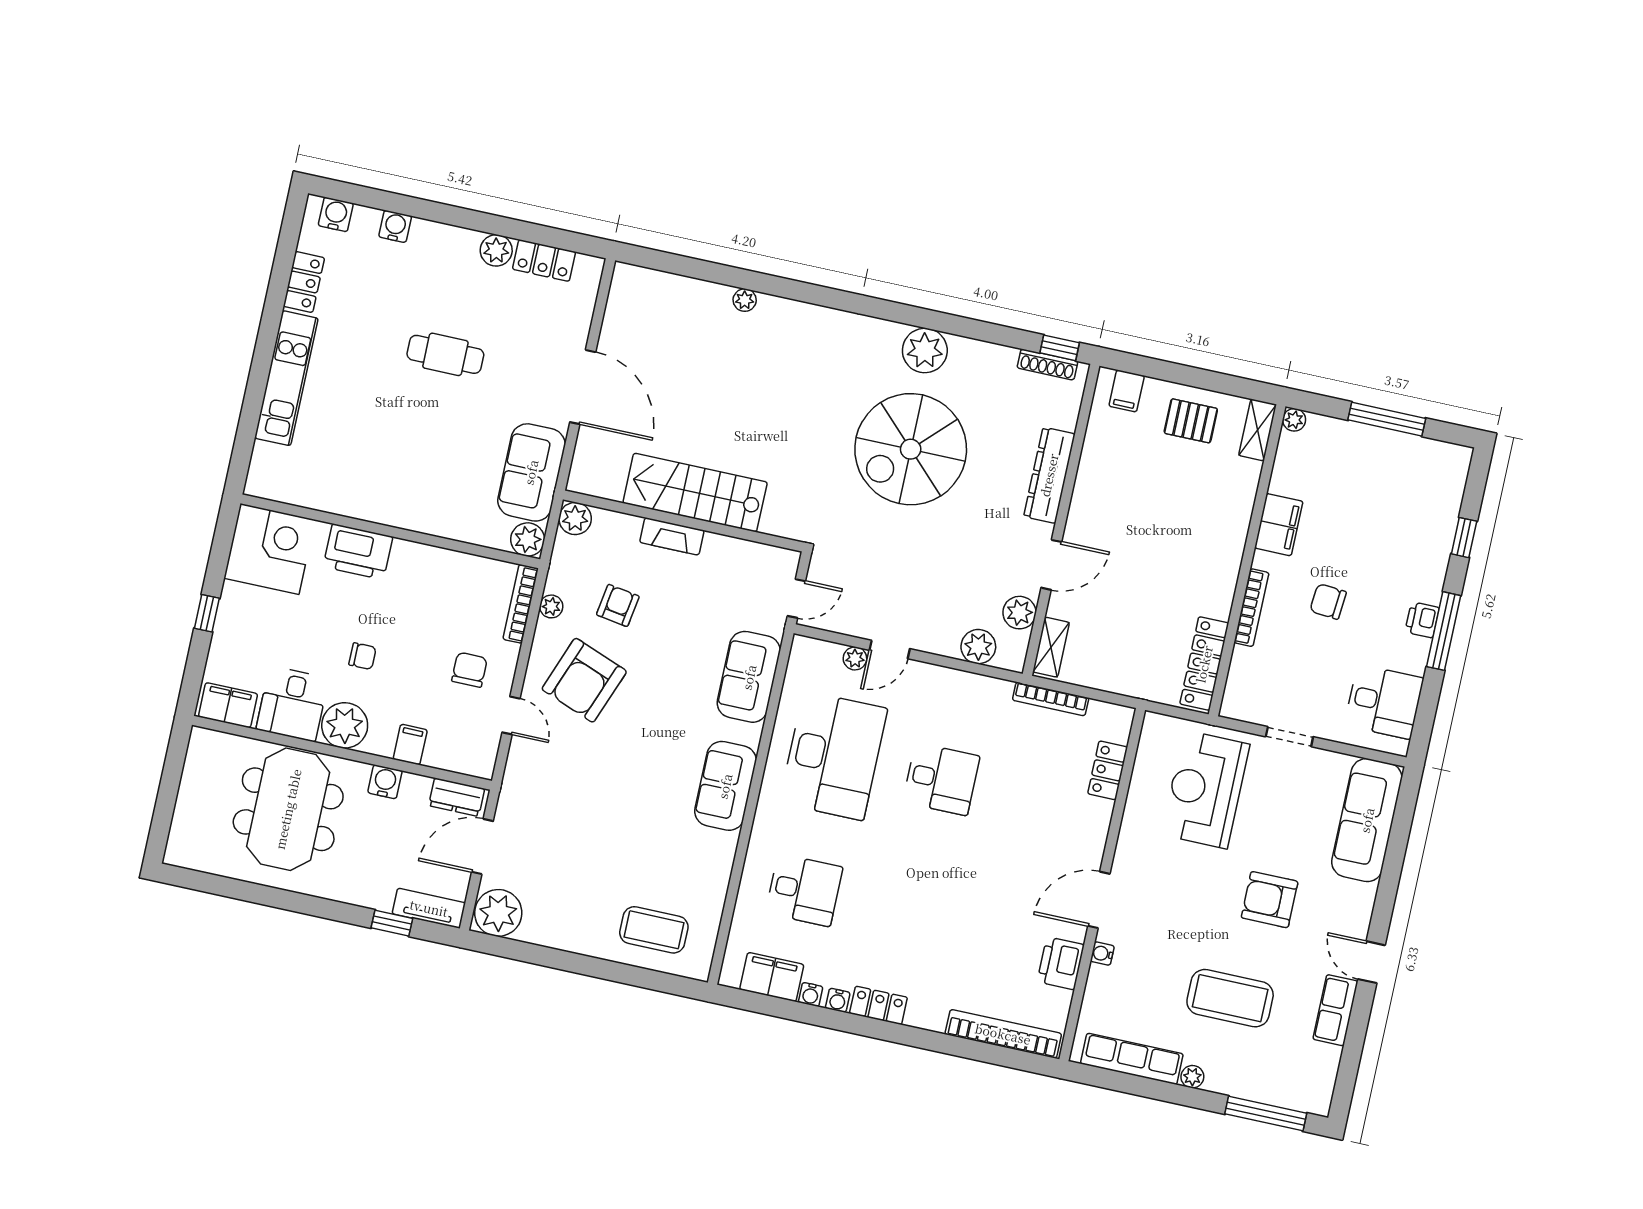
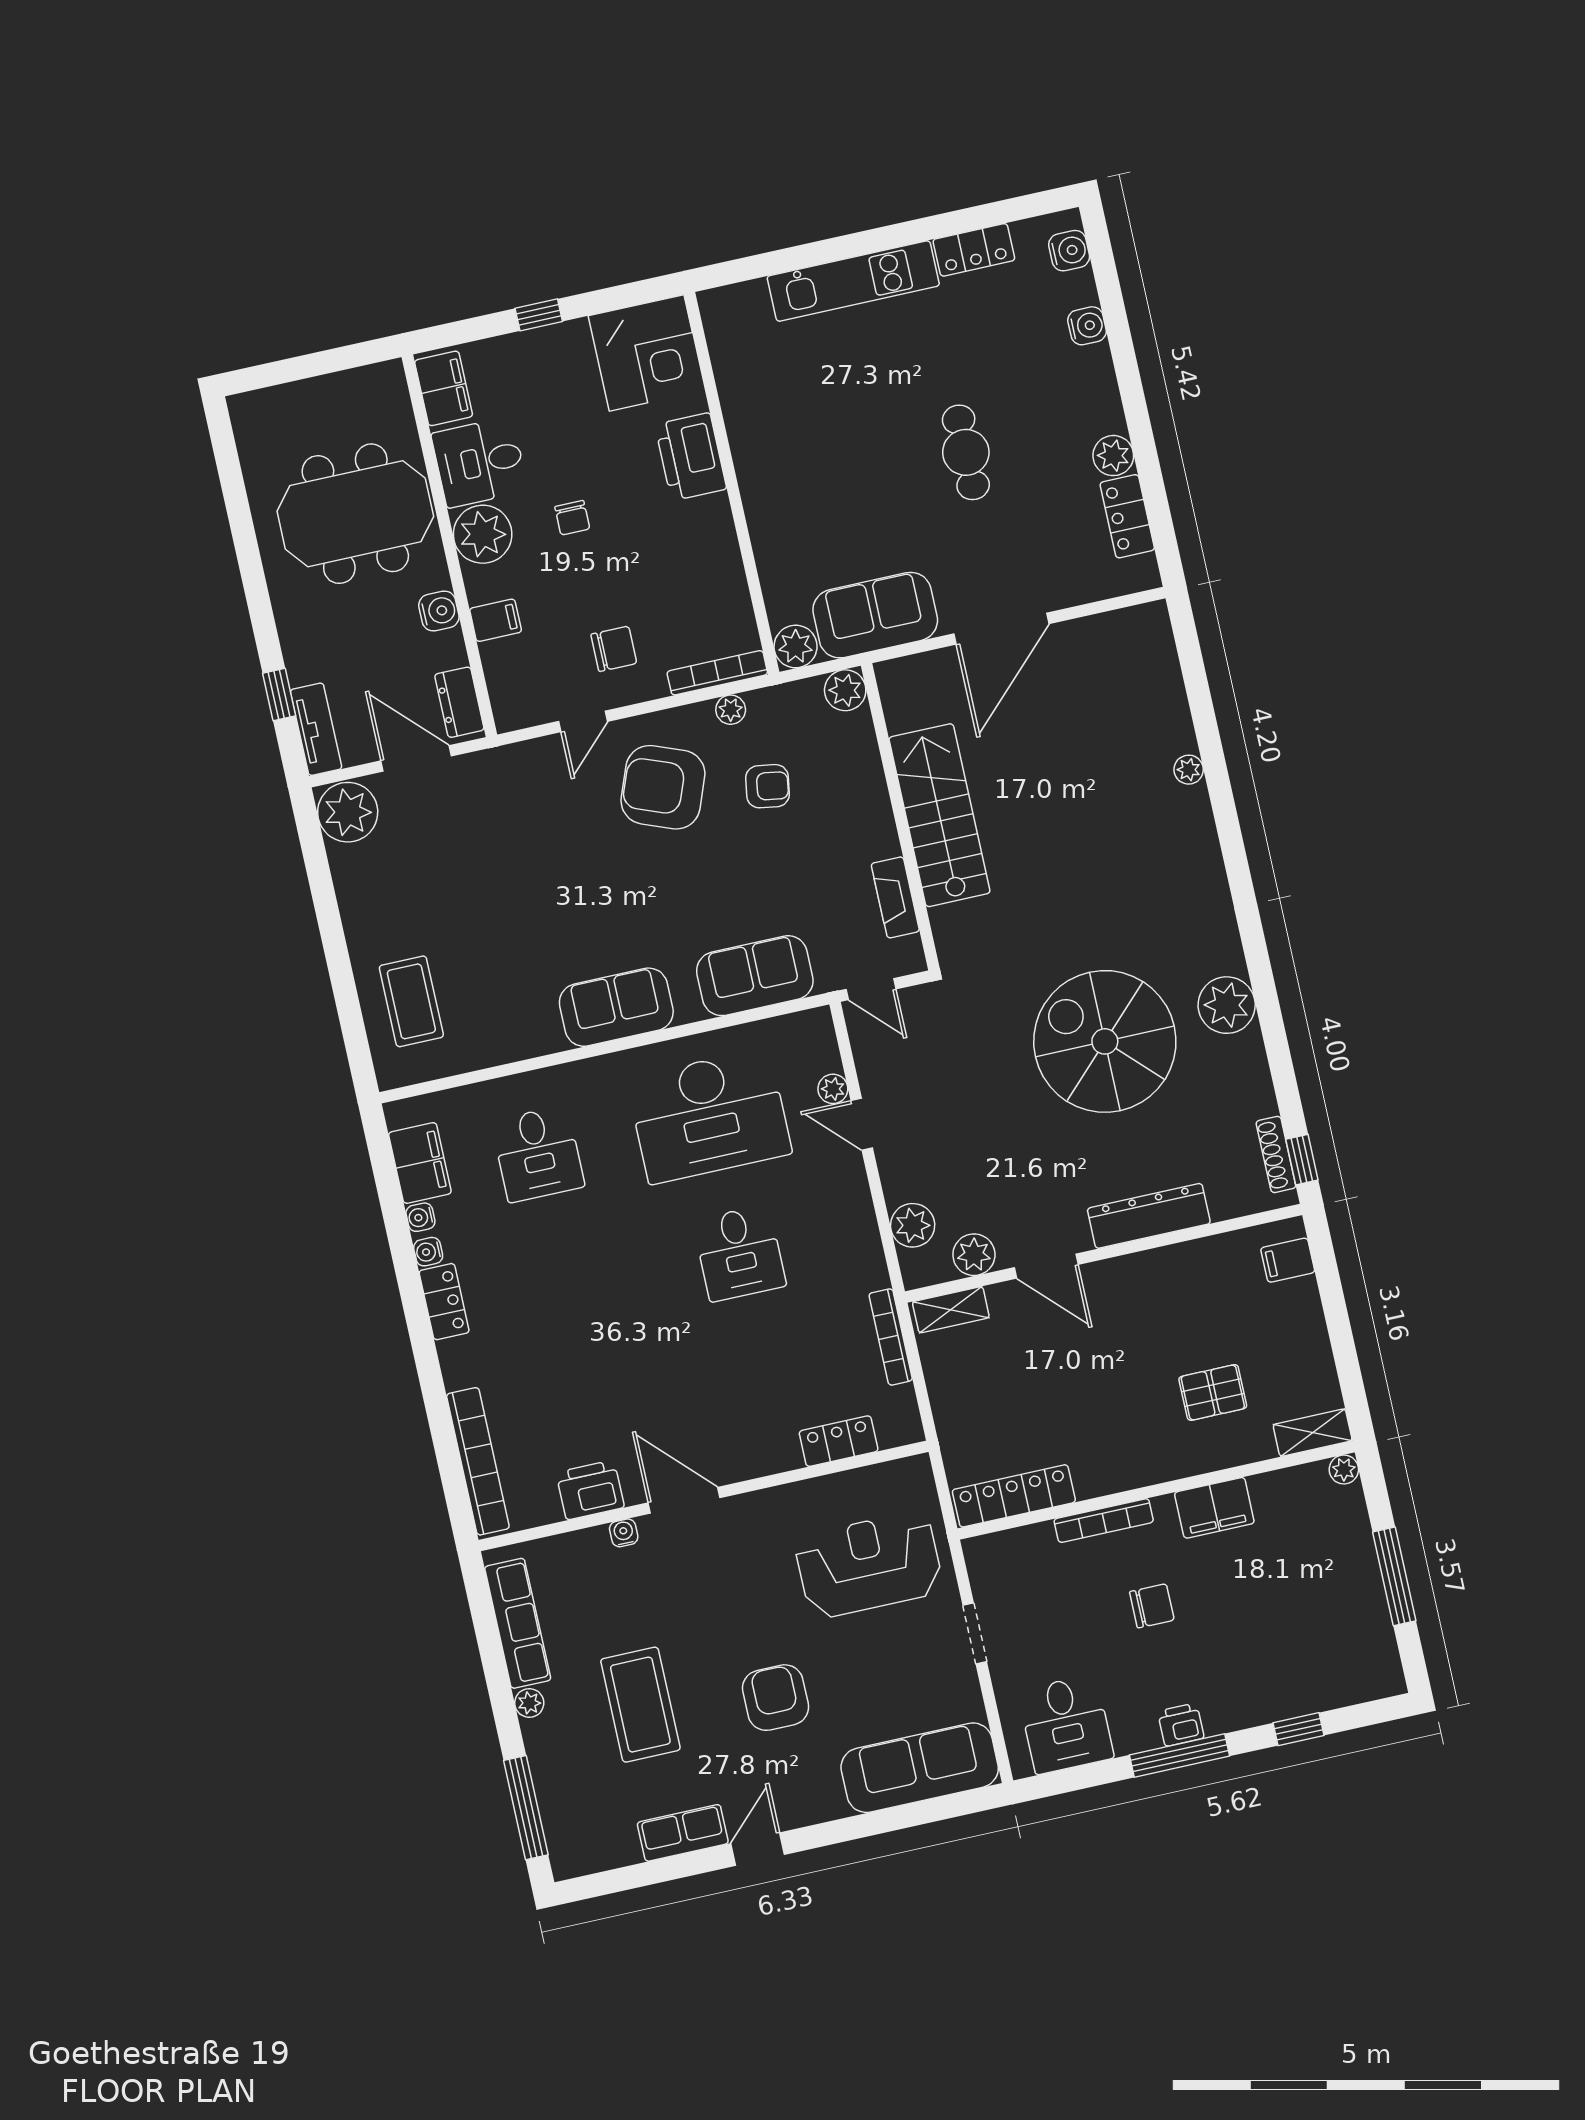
pallet: (1191, 421) -> (1213, 1392), moved, turned 90
fireplace: (672, 536) -> (895, 897), moved
chair: (1328, 601) -> (1152, 1606), turned 85

